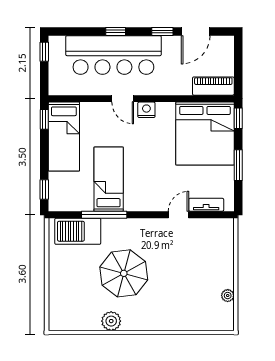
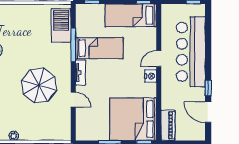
window: (116, 31) -> (208, 53), removed
tv unit: (206, 205) -> (81, 73), moved
parasol: (124, 273) -> (39, 85), moved

